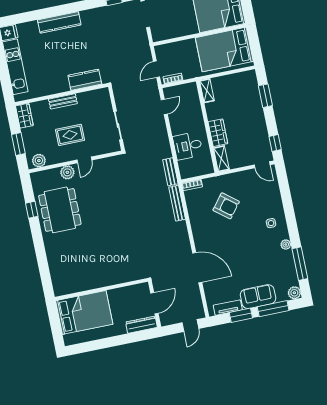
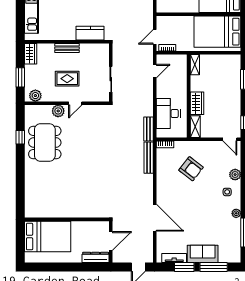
desk: (188, 146) -> (168, 114), width x1.37
plant: (294, 293) -> (235, 175), moved

